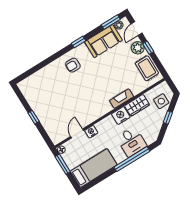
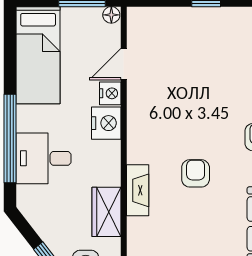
armchair: (102, 81) -> (196, 173), added
nightstand: (121, 115) -> (106, 123), moved
door: (77, 133) -> (124, 64), swing flipped

